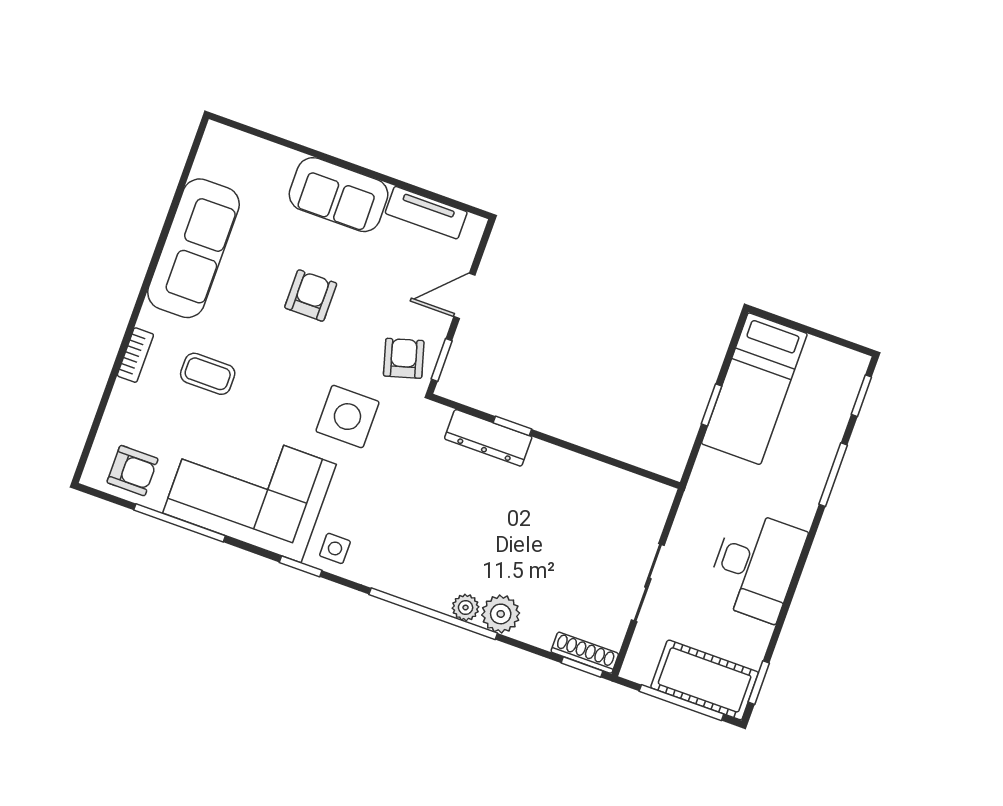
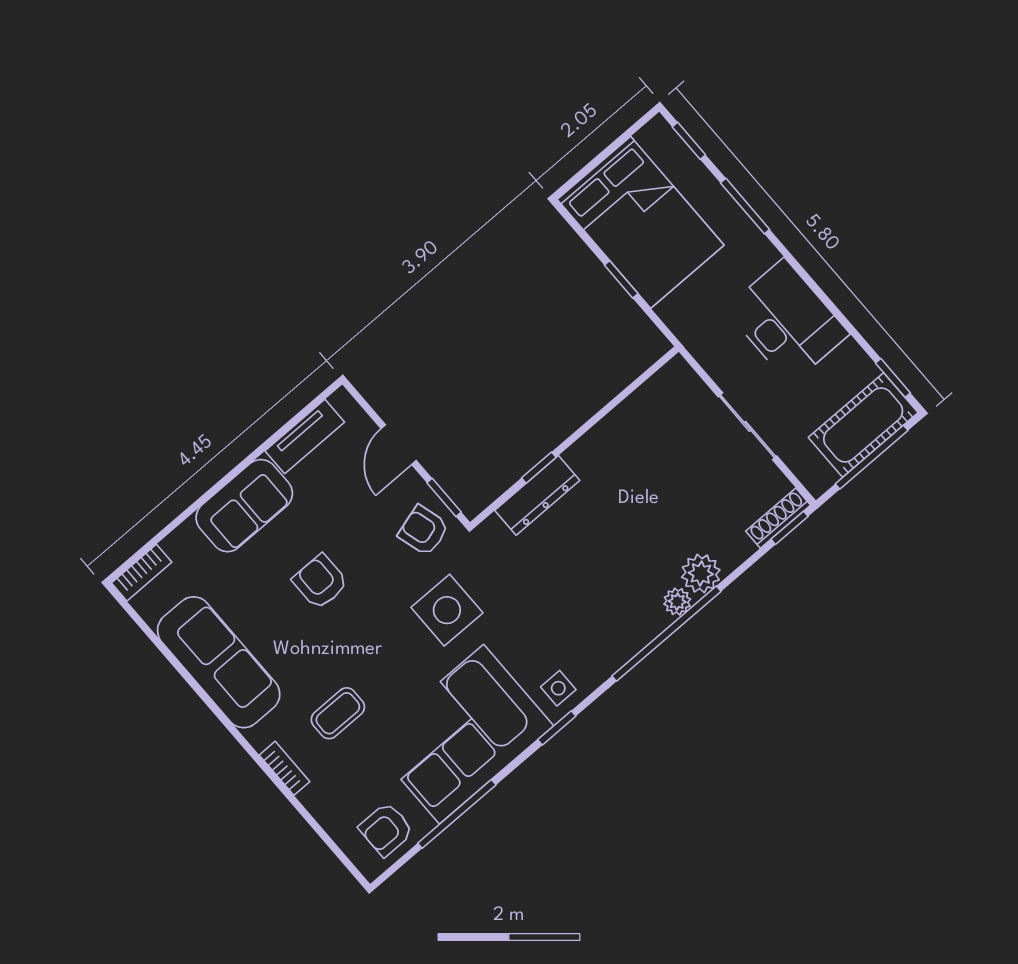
bookcase: (232, 140) -> (142, 573), added
bed: (754, 389) -> (641, 222), width x1.50
armchair: (132, 471) -> (386, 829), turned 180

